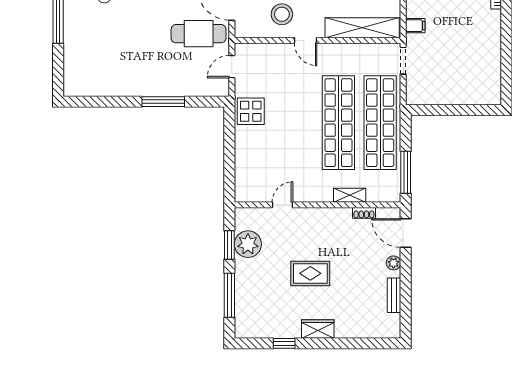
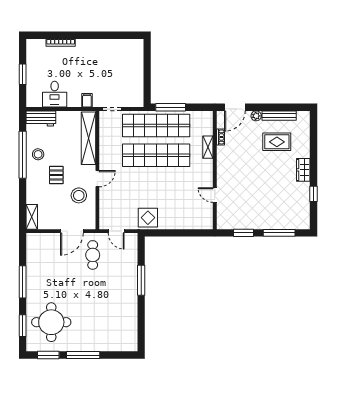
cafe table: (199, 34) -> (93, 255), width x0.73, depth x0.74
window: (406, 172) -> (171, 107), moved
plant: (248, 244) -> (243, 220), removed
rug: (310, 273) -> (277, 142), moved, turned 90
bench: (394, 295) -> (279, 116), width x1.36

